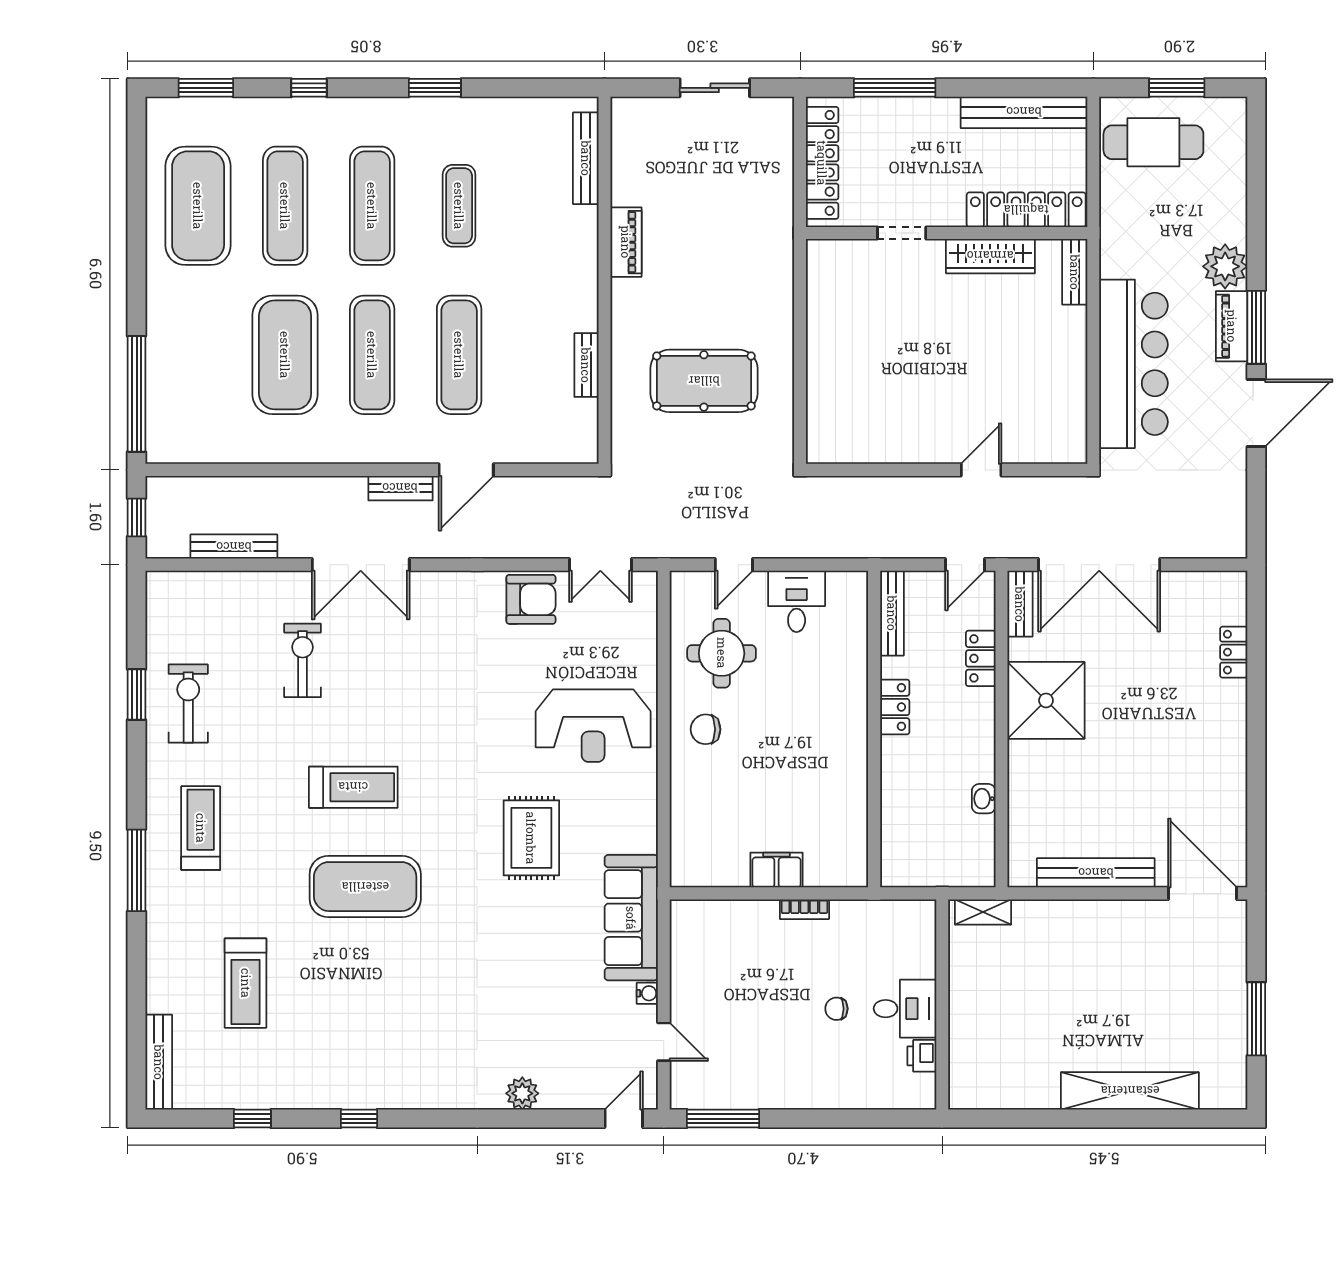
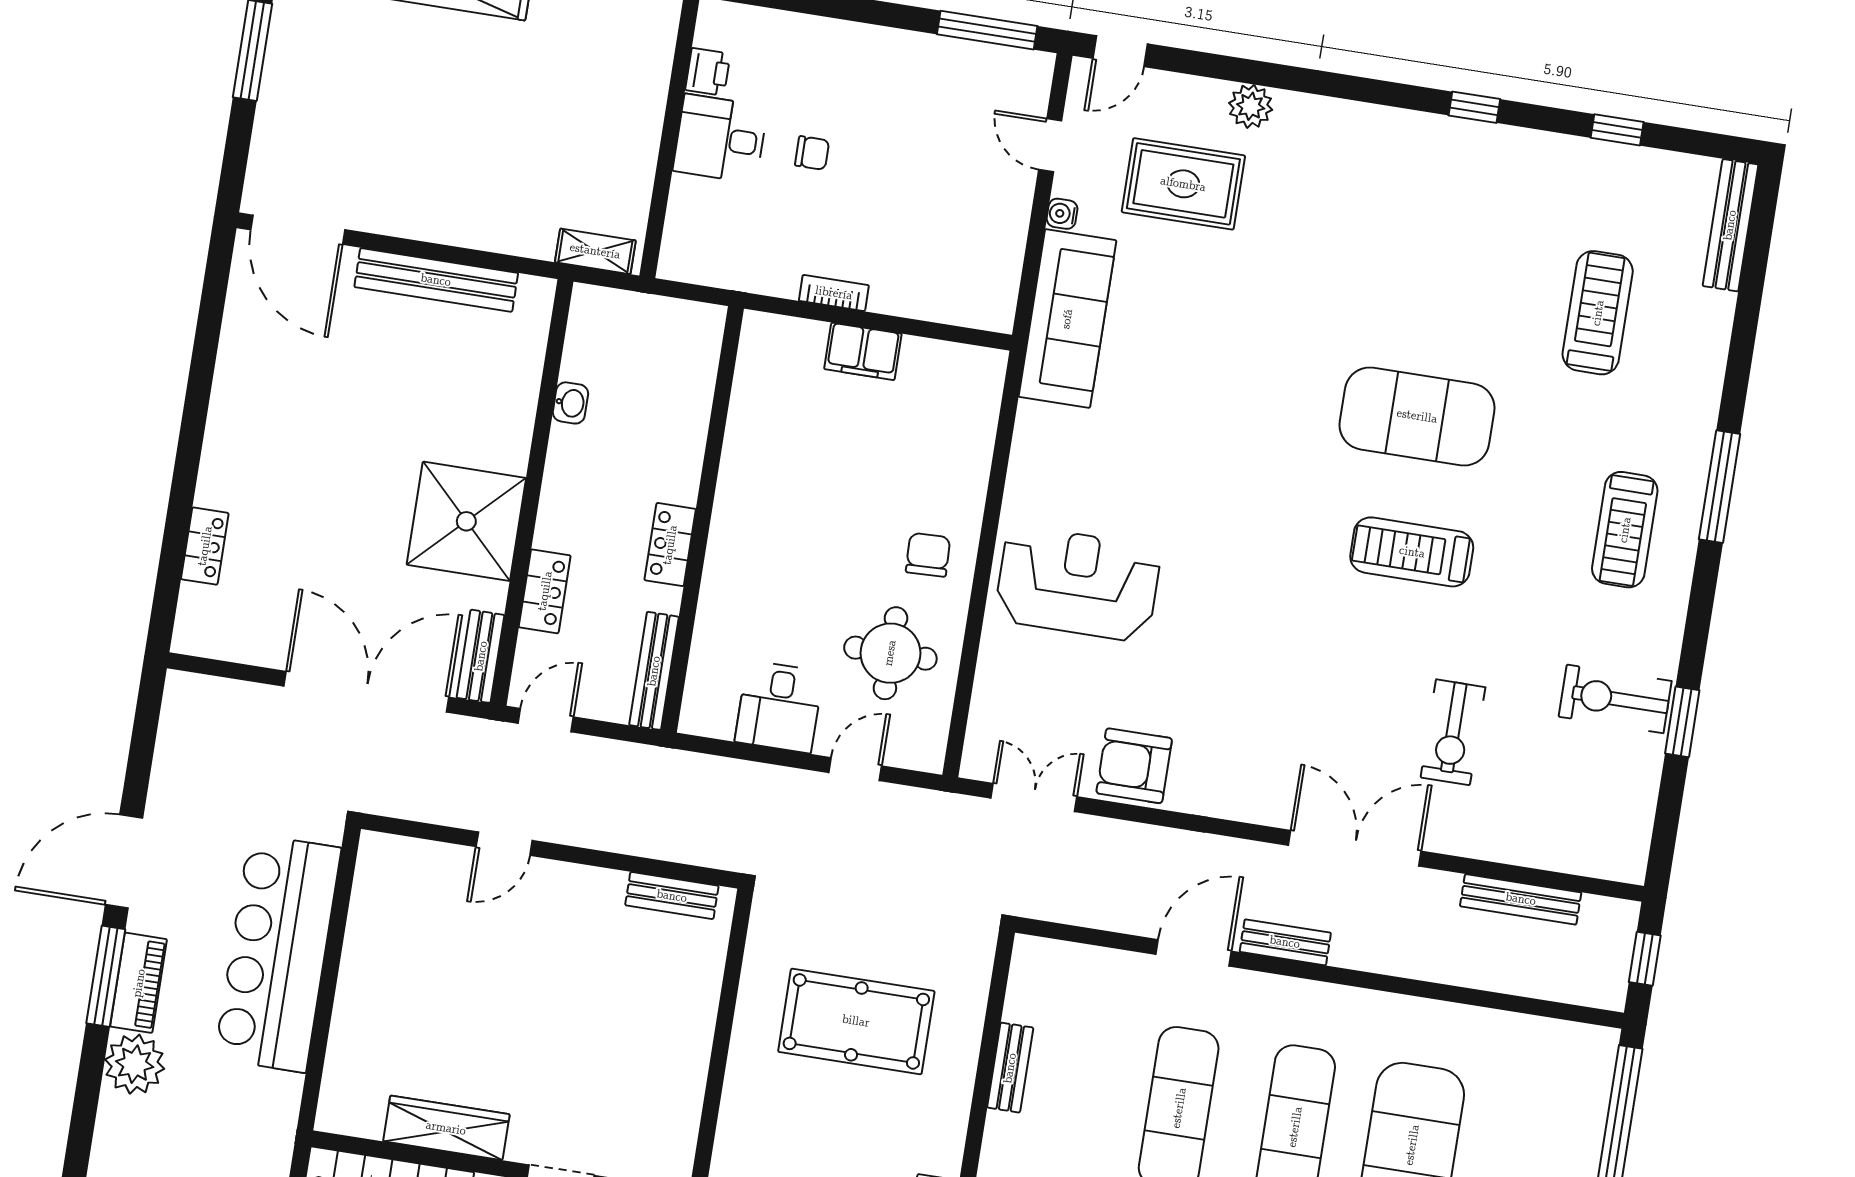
bench: (1075, 272) -> (672, 896), moved, turned 90
exercise bike: (188, 704) -> (1615, 699), turned 90
chair: (706, 729) -> (928, 555), turned -92
rug: (531, 838) -> (1183, 184), moved, turned 90

